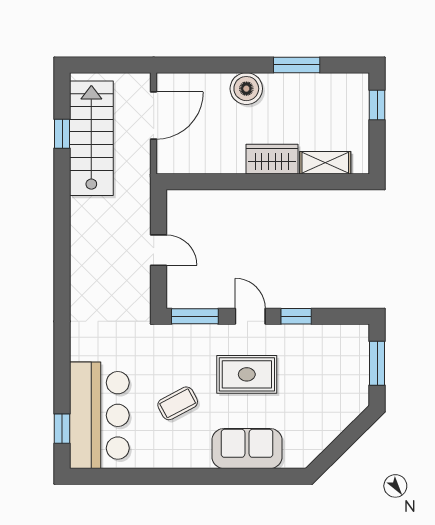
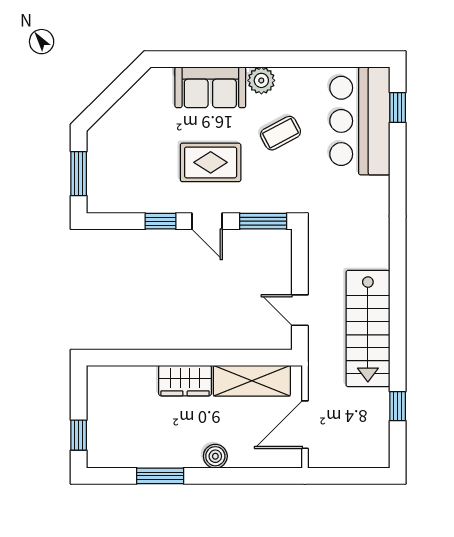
boiler: (246, 89) -> (215, 456), width x0.73, depth x0.73
stairs: (91, 138) -> (368, 329), moved
shelving: (325, 163) -> (252, 381), moved, width x1.50, depth x1.33
door: (159, 250) -> (300, 310), moved
plant: (197, 455) -> (261, 80), added

